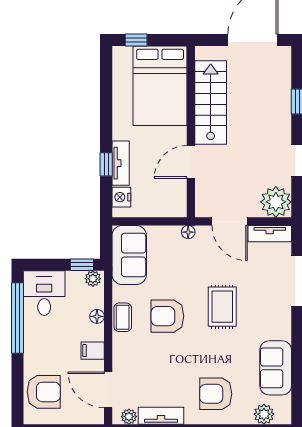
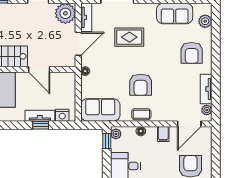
rug: (222, 307) -> (129, 37), moved

